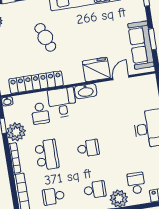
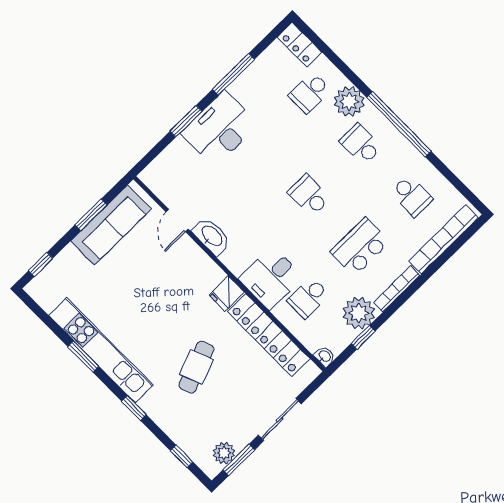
fridge: (96, 70) -> (227, 294), moved, width x0.53, depth x0.75
door: (121, 78) -> (177, 221), hinge flipped
washbasin: (86, 91) -> (212, 236), moved
school desk: (40, 113) -> (308, 298), turned 180

